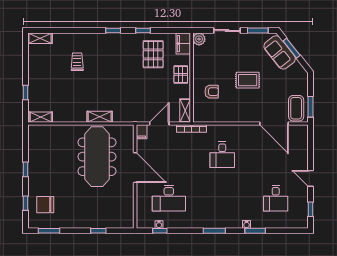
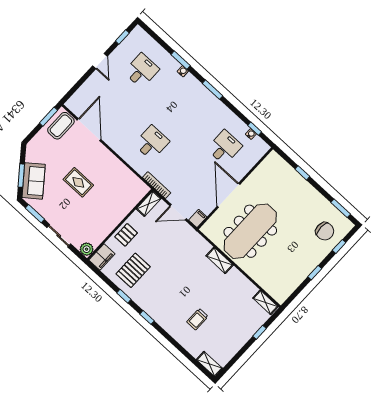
armchair: (212, 92) -> (115, 199), removed
desk: (169, 198) -> (224, 147), width x0.73

